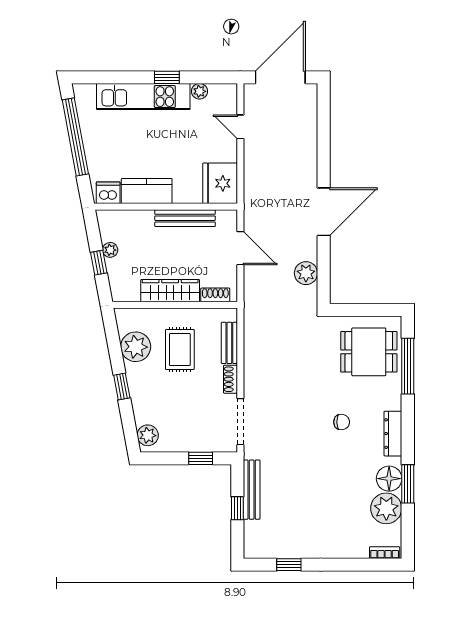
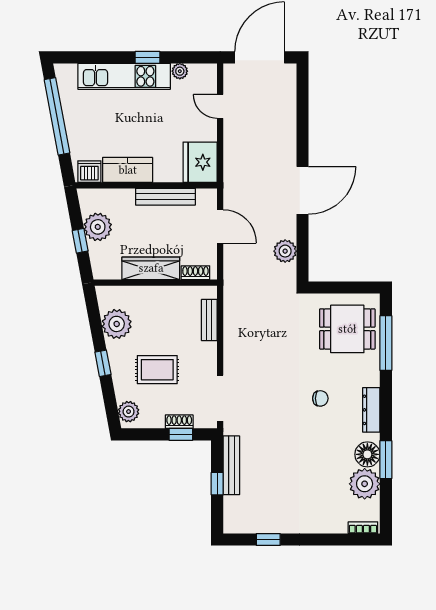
plant: (110, 250) -> (98, 227), width x1.88, depth x1.88
rug: (180, 350) -> (157, 370), moved, turned 90
shoe rack: (230, 379) -> (179, 422), moved, turned 90

